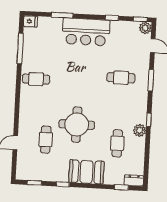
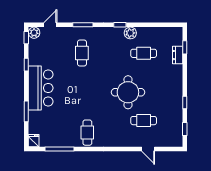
booth: (86, 172) -> (172, 81), removed
dresser: (134, 180) -> (178, 55), moved

